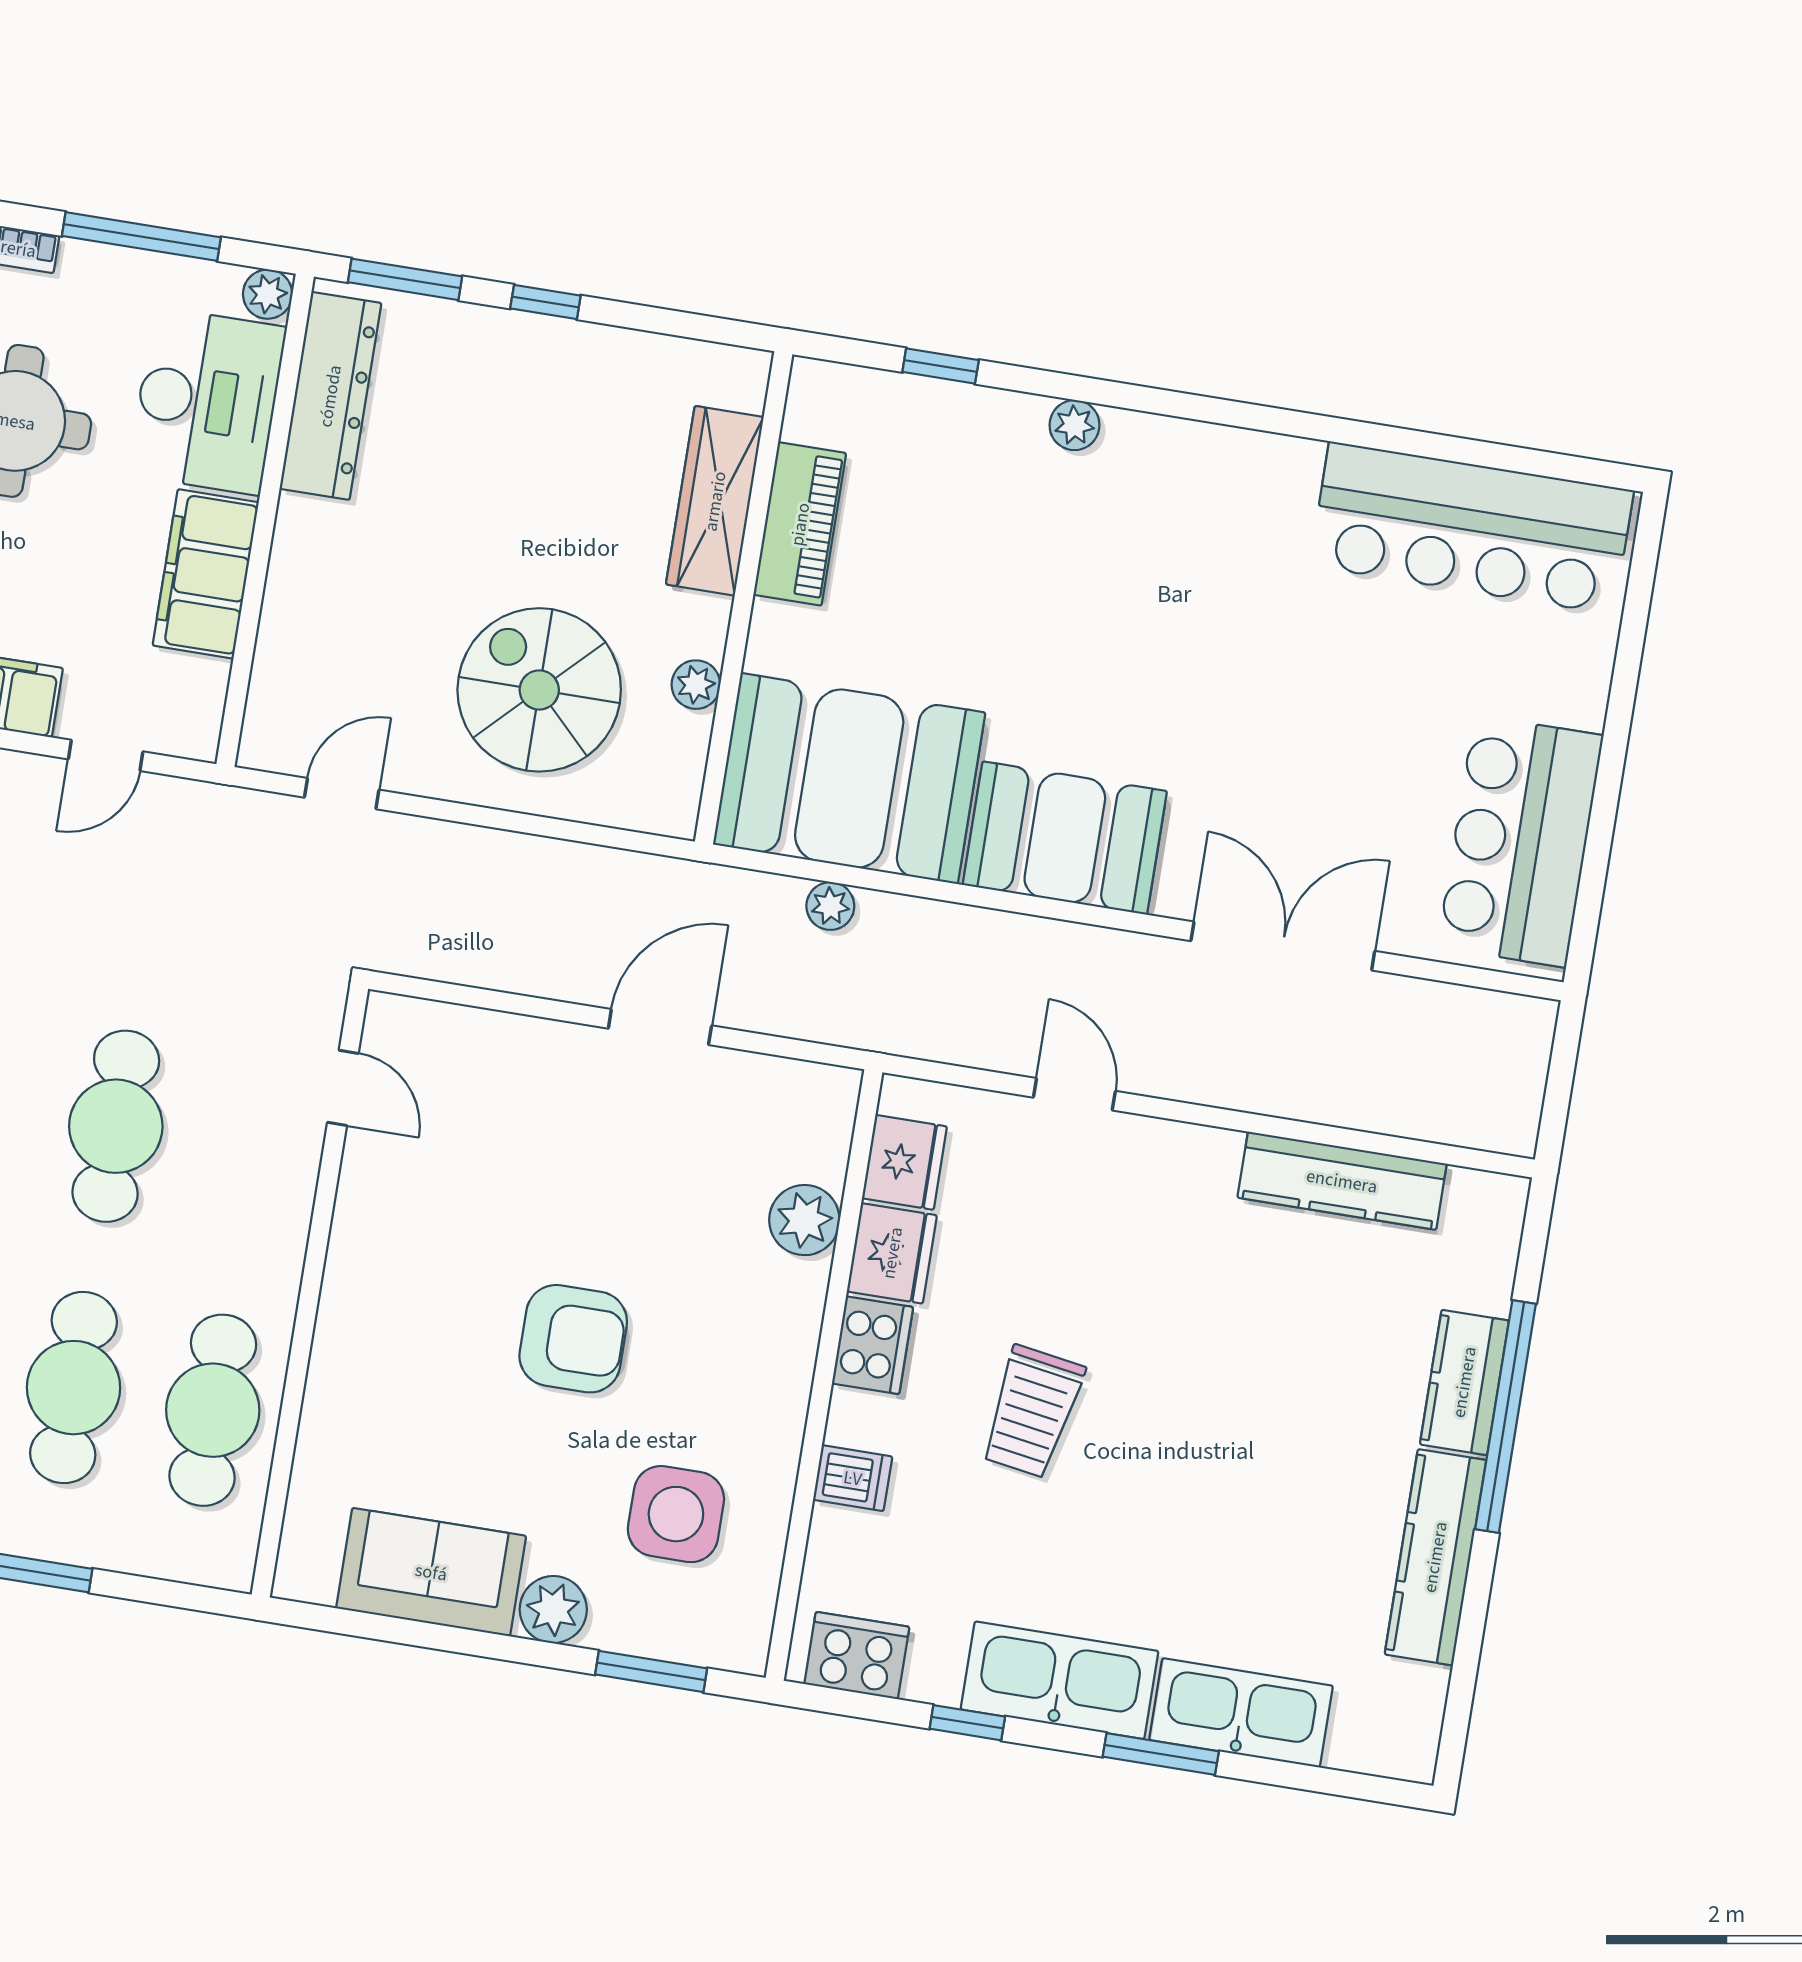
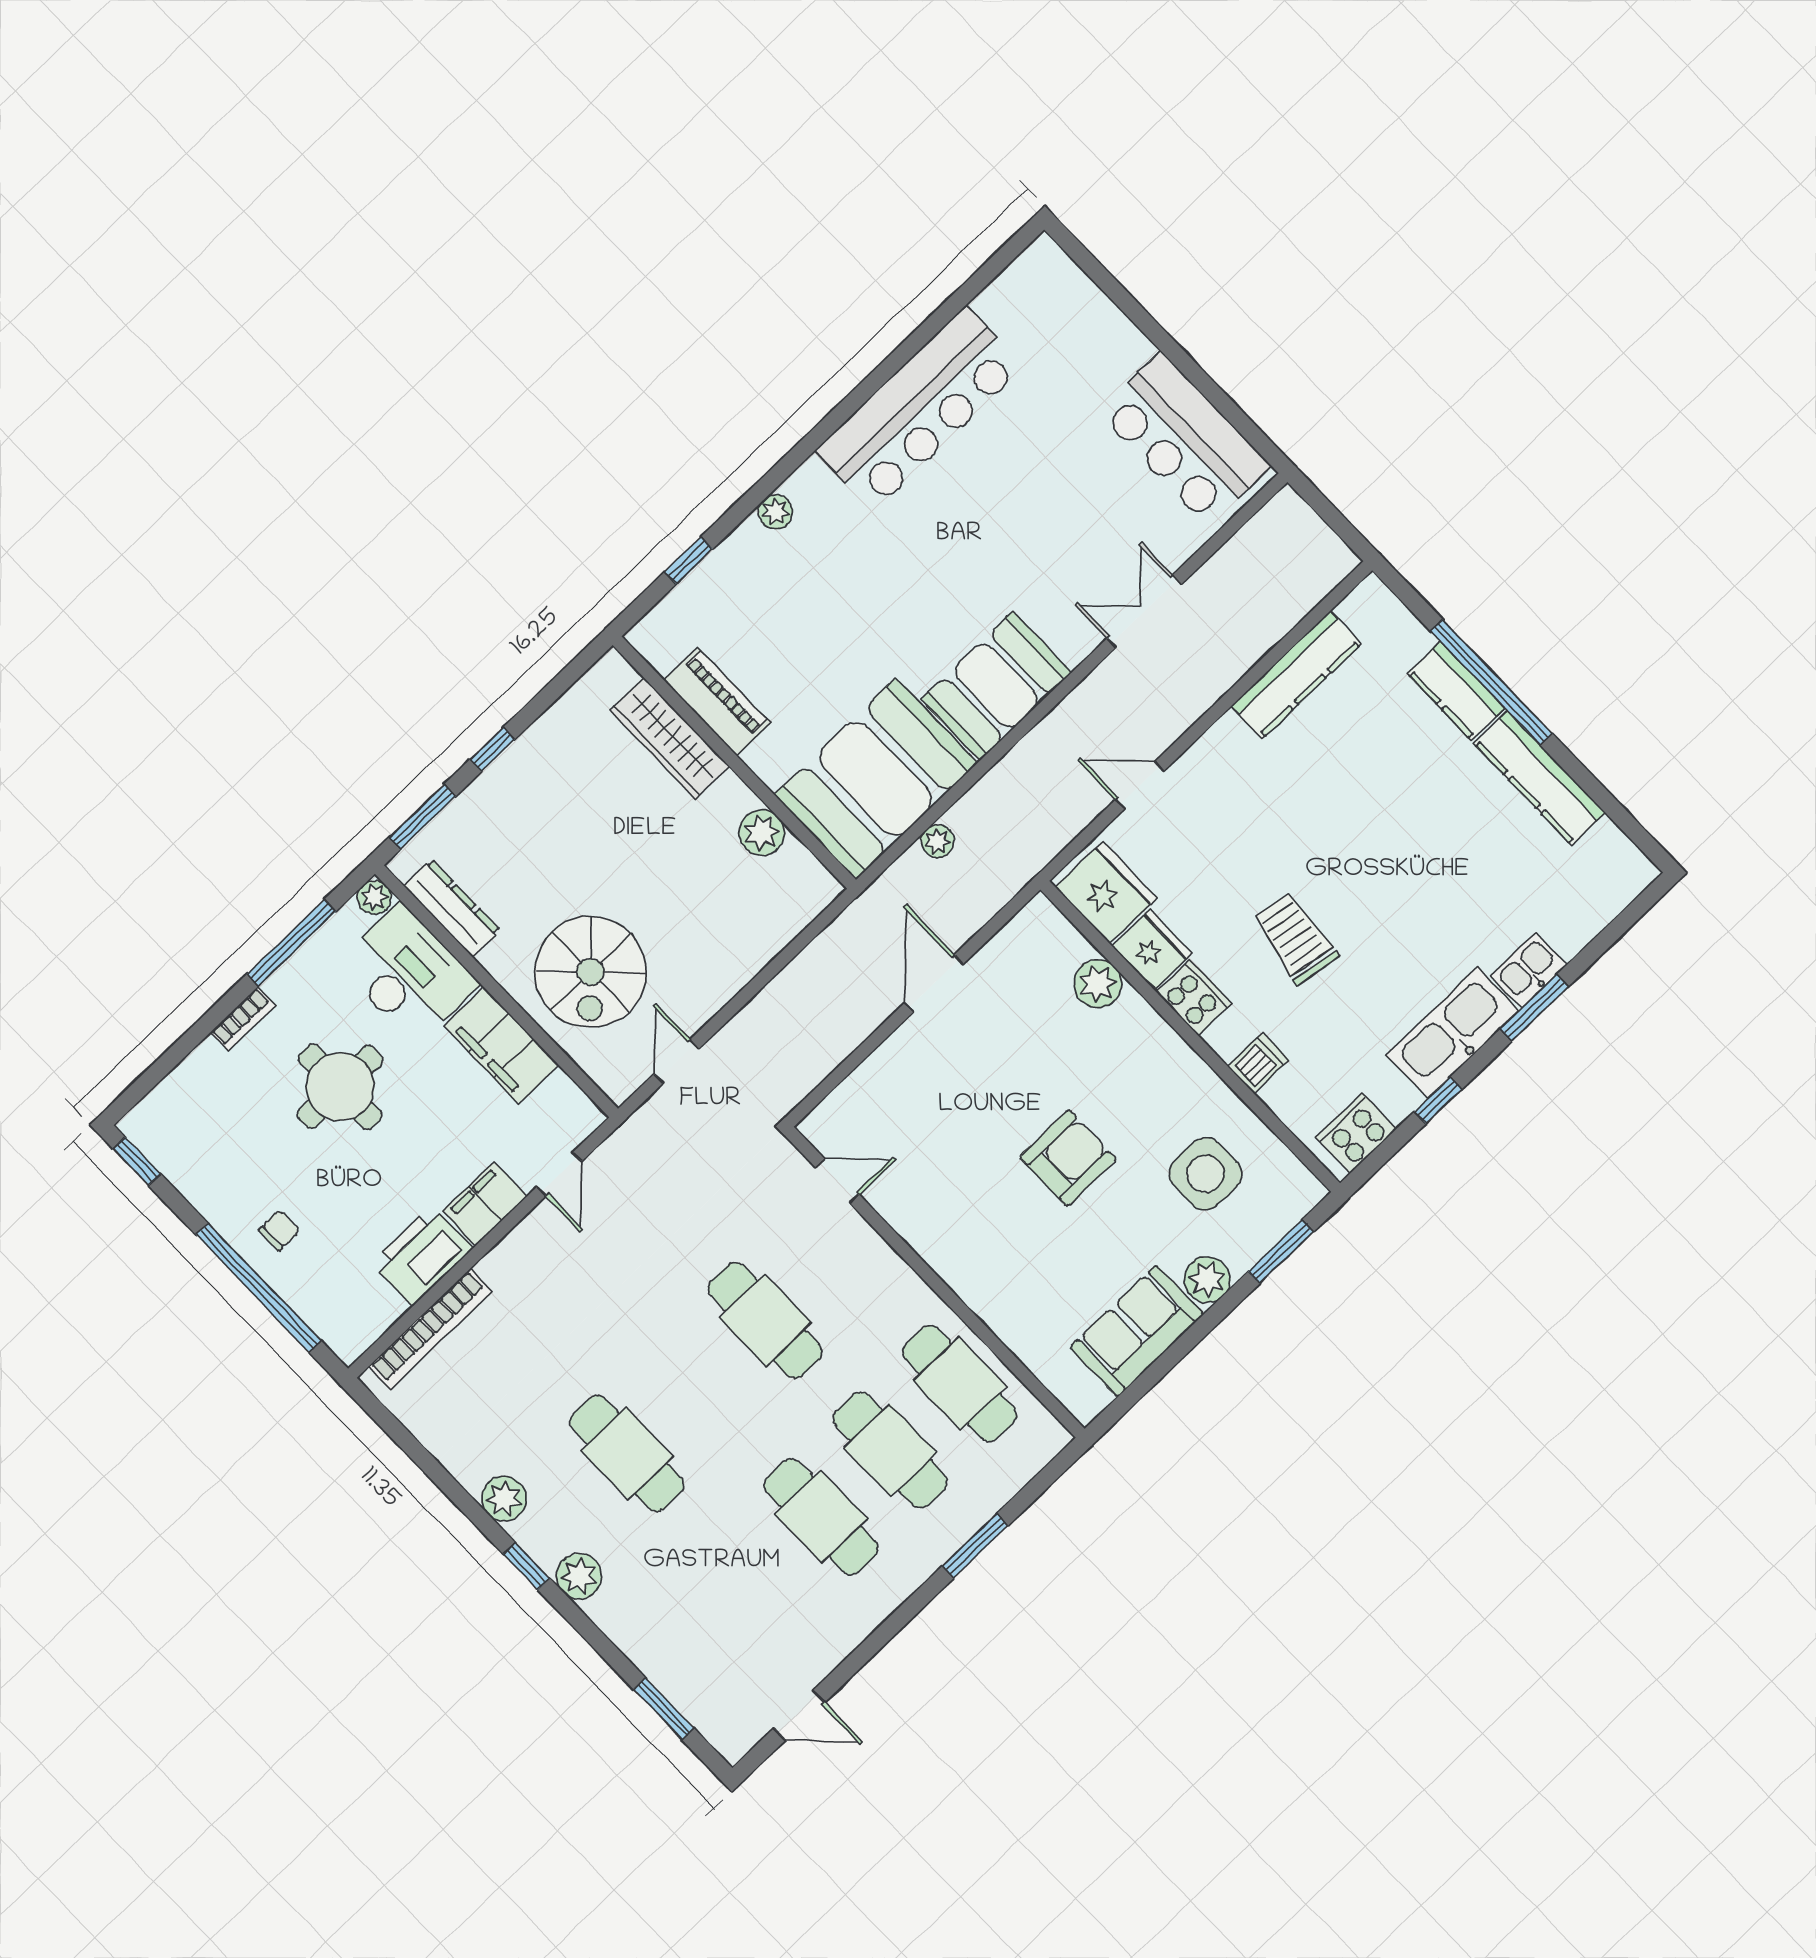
dresser: (330, 396) -> (452, 908), width x0.73, depth x0.80
bar counter: (1472, 528) -> (920, 409), moved
plant: (696, 685) -> (762, 833), width x1.38, depth x1.38
spiral stairs: (539, 690) -> (590, 972), moved, turned -90
double door: (1283, 946) -> (1144, 611), width x0.73
fridge: (904, 1162) -> (1106, 892), width x1.36, depth x1.34
trolley: (1032, 1412) -> (1295, 938), turned 180
kitchen sink: (1241, 1713) -> (1529, 970), width x0.53, depth x0.81

